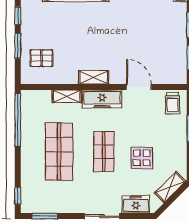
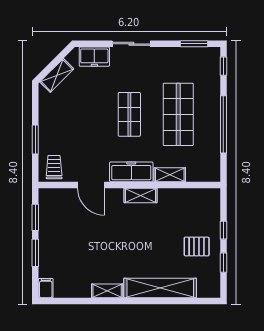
window: (18, 46) -> (223, 230), width x0.67
pallet: (41, 58) -> (197, 246), moved
window: (18, 120) -> (223, 124), moved
display table: (142, 158) -> (88, 107), removed

